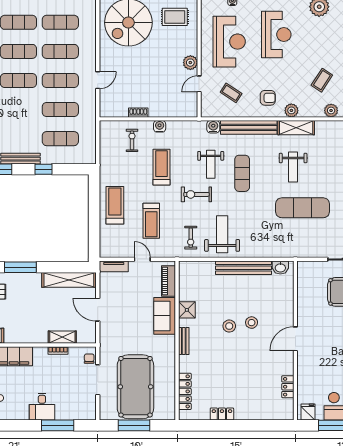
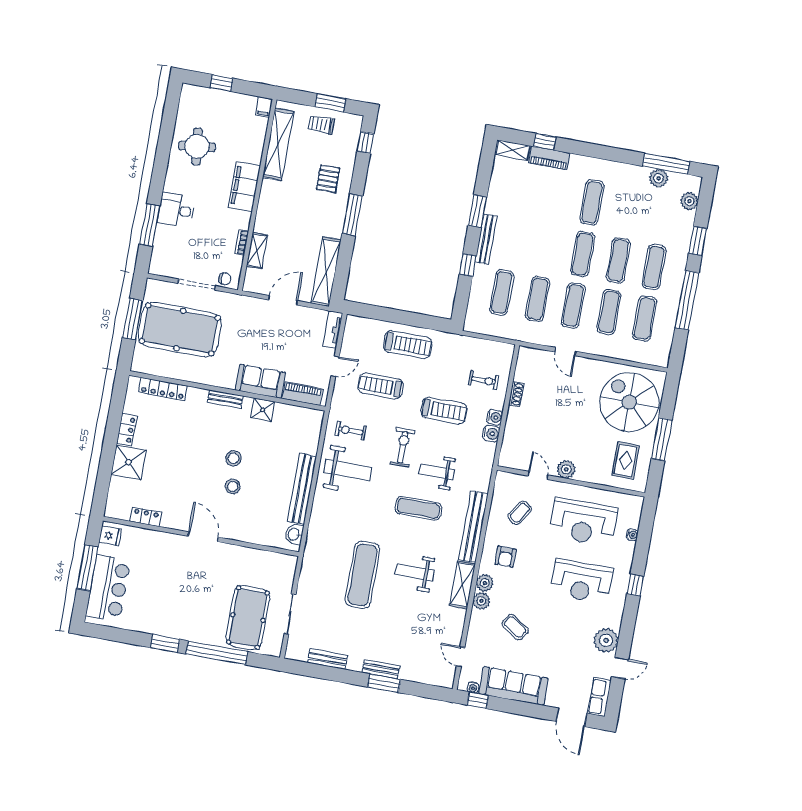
plant: (331, 111) -> (481, 601), moved
water cooler: (213, 127) -> (491, 434), moved
shower: (247, 408) -> (129, 462), added

